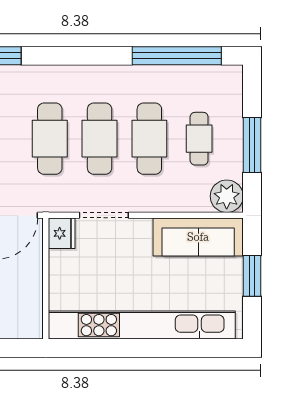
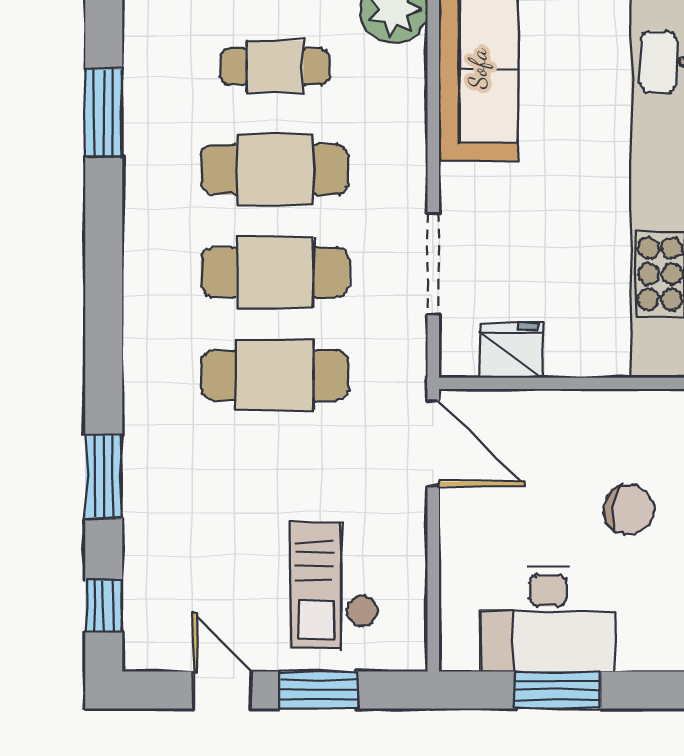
window: (177, 56) -> (104, 113), width x0.47
fridge: (62, 233) -> (511, 351), moved

